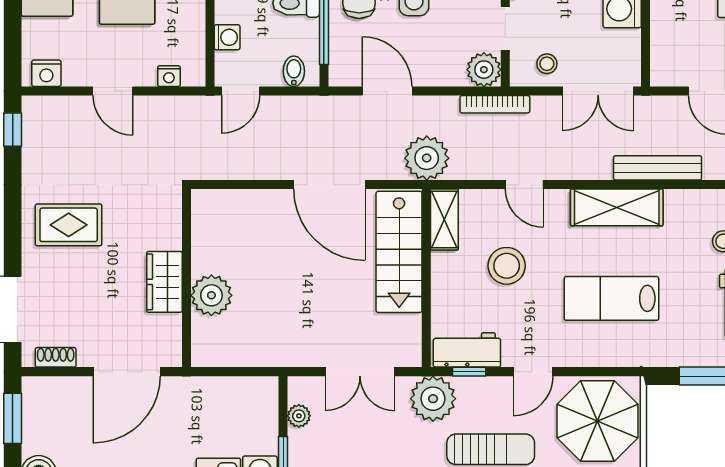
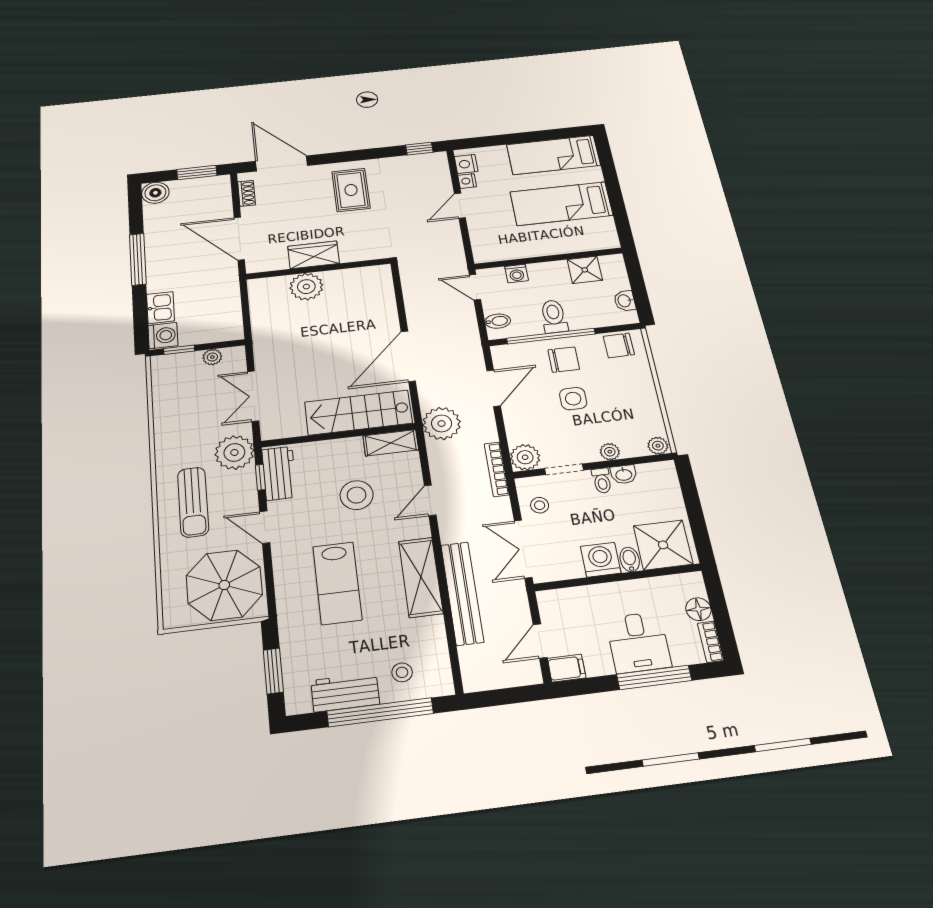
nightstand: (169, 76) -> (467, 181), moved
bench: (658, 168) -> (462, 593), width x1.37, depth x1.21
lab bench: (612, 298) -> (337, 583), turned 180

